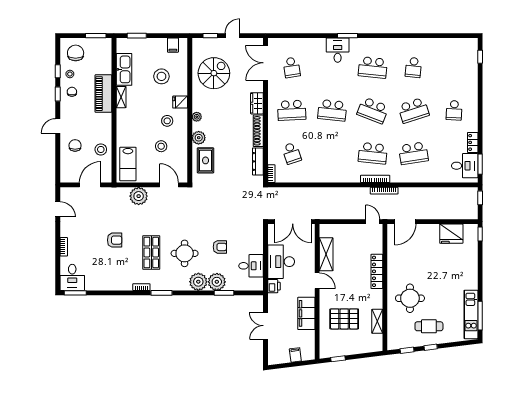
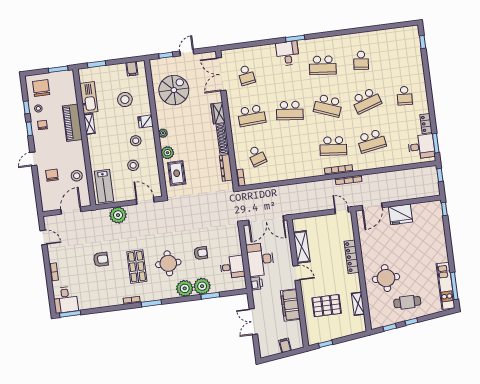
fridge: (451, 234) -> (401, 214), moved

